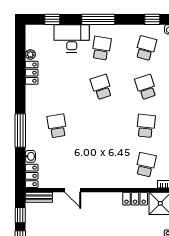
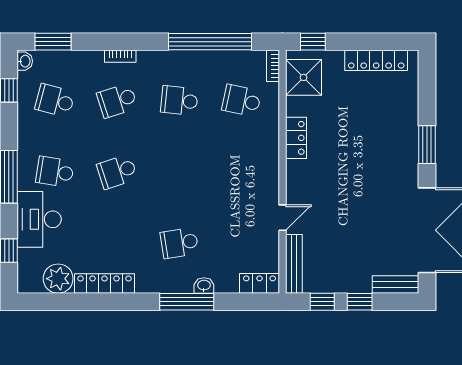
plant: (30, 54) -> (58, 279), width x1.88, depth x1.88
locker: (32, 73) -> (105, 283), width x1.53
washbasin: (30, 156) -> (204, 286), moved
bench: (39, 197) -> (294, 264), width x1.36
locker: (135, 199) -> (296, 138), moved

